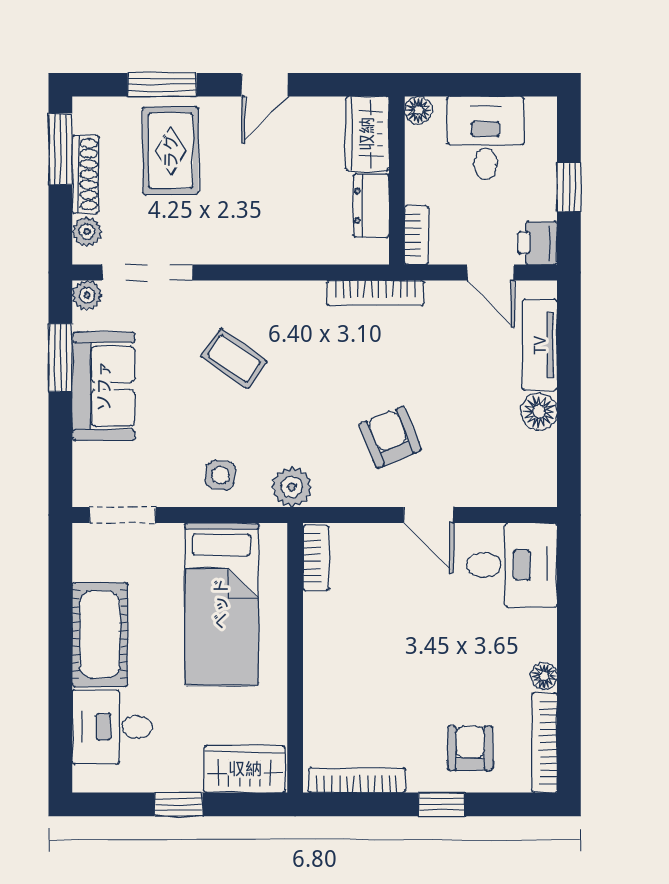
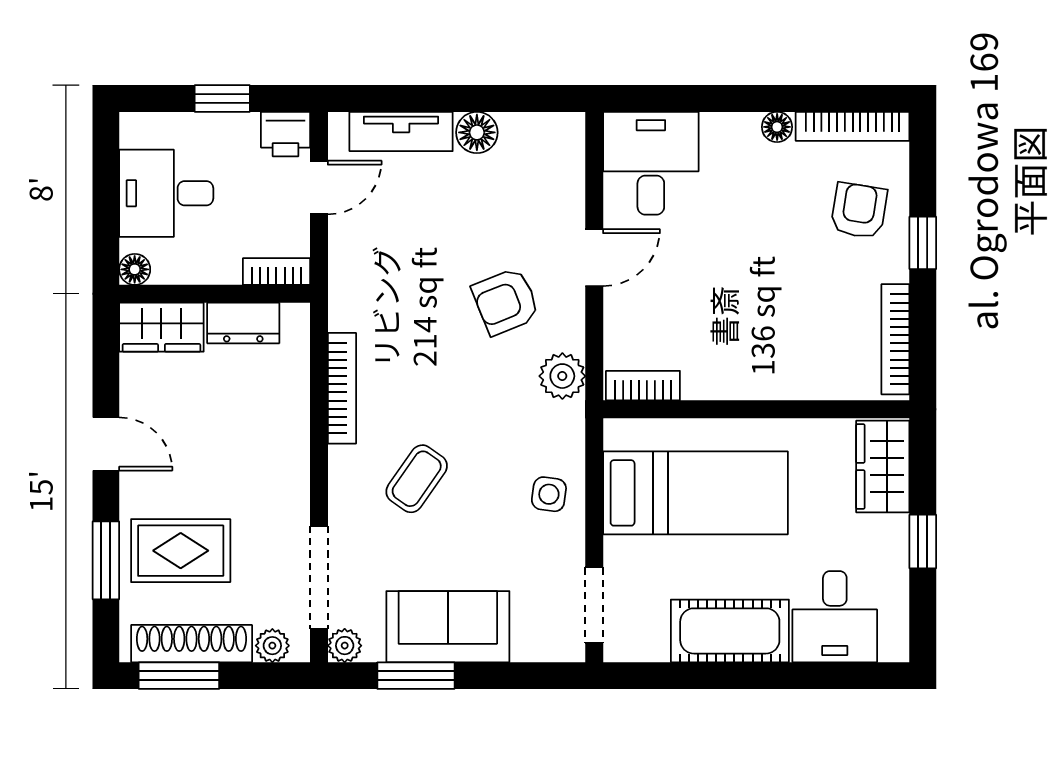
shoe rack: (86, 174) -> (192, 644), width x1.36, depth x1.24
bookcase: (375, 293) -> (342, 388), moved
plant: (292, 487) -> (562, 376), moved
armchair: (470, 748) -> (859, 211), turned 99

